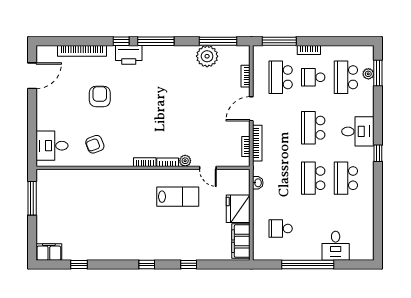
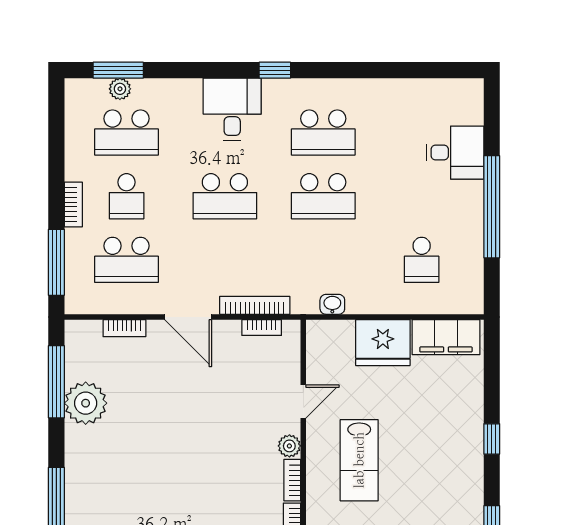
lab bench: (178, 197) -> (359, 460), turned 180

